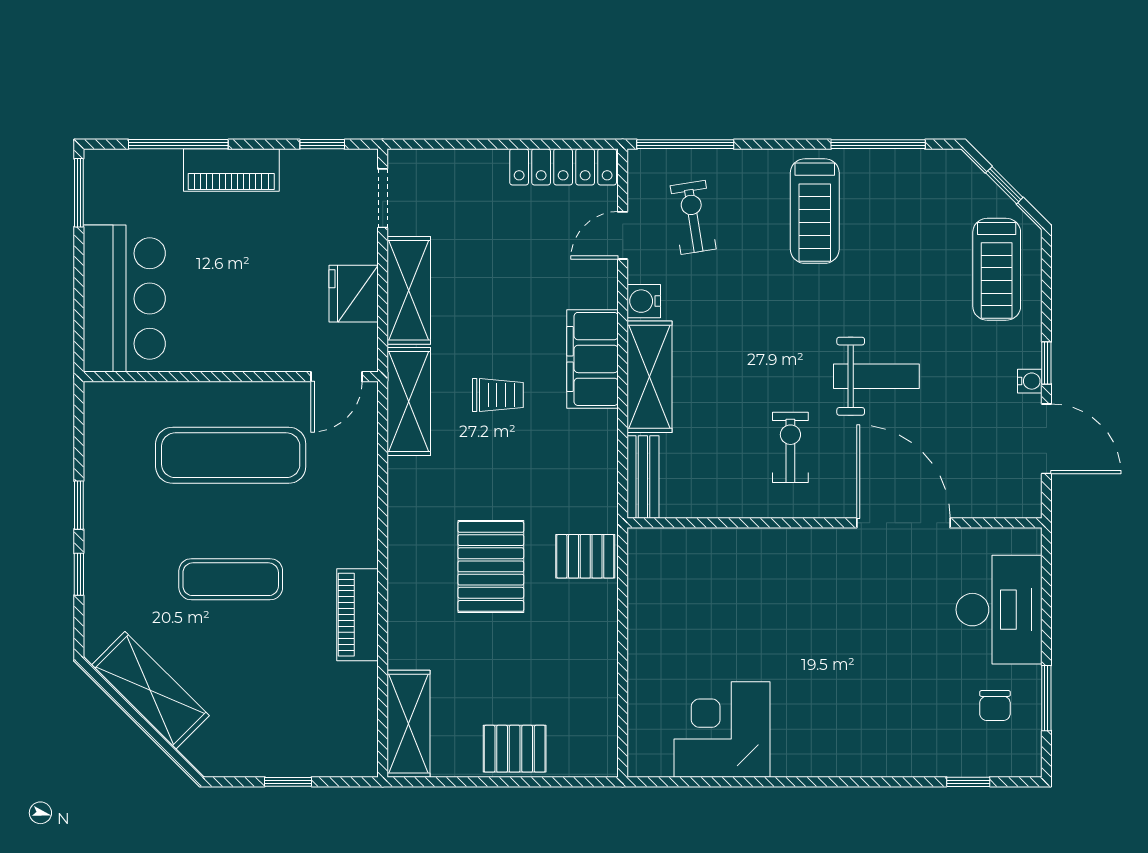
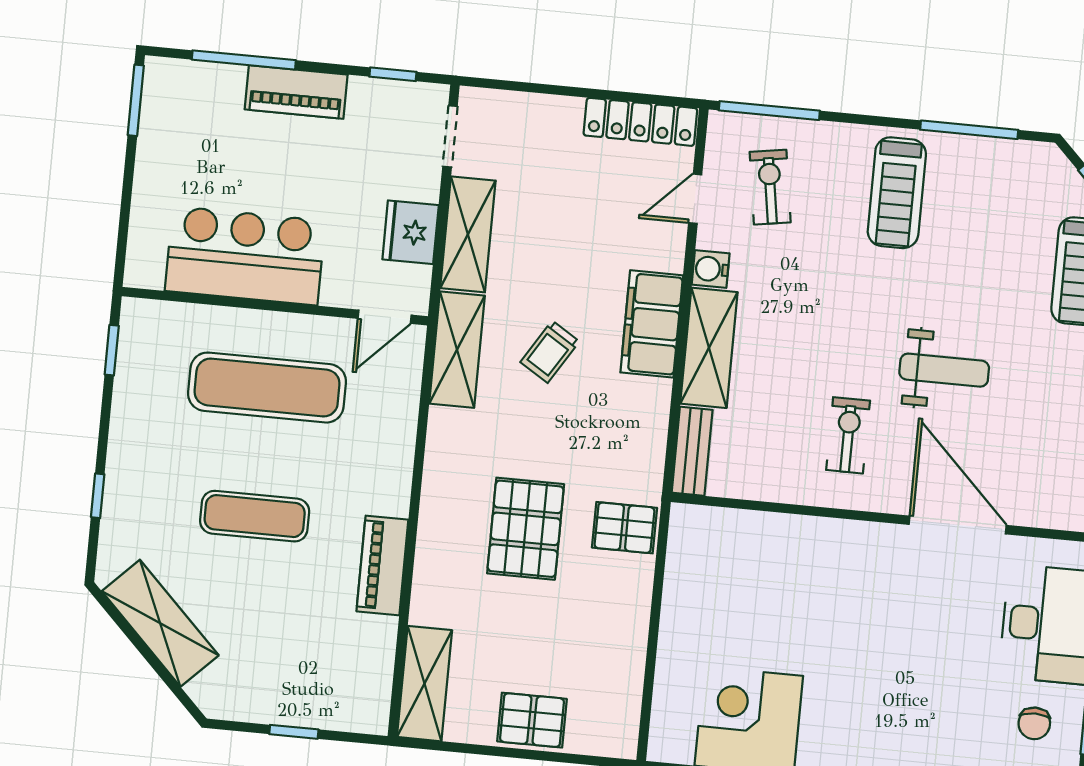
bar counter: (124, 299) -> (245, 256), moved, turned -90
trolley: (498, 395) -> (550, 352), turned 122
window: (79, 505) -> (112, 350), moved

